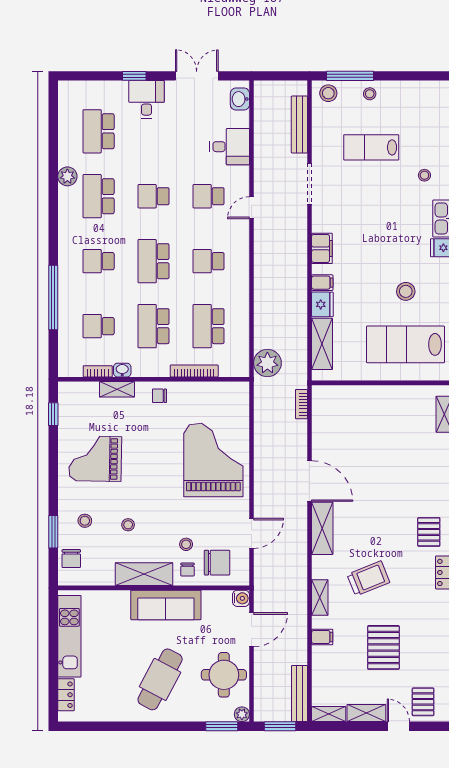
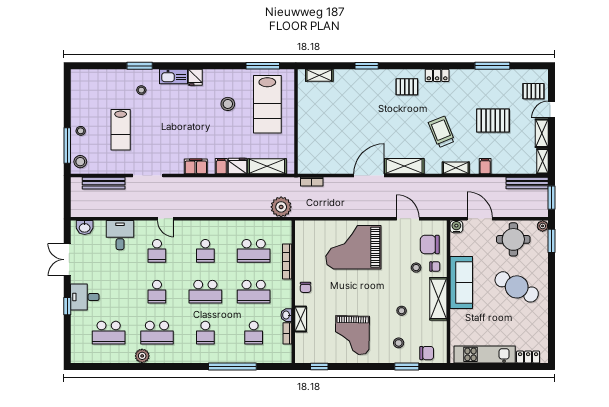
chair: (217, 563) -> (430, 245), turned -90

